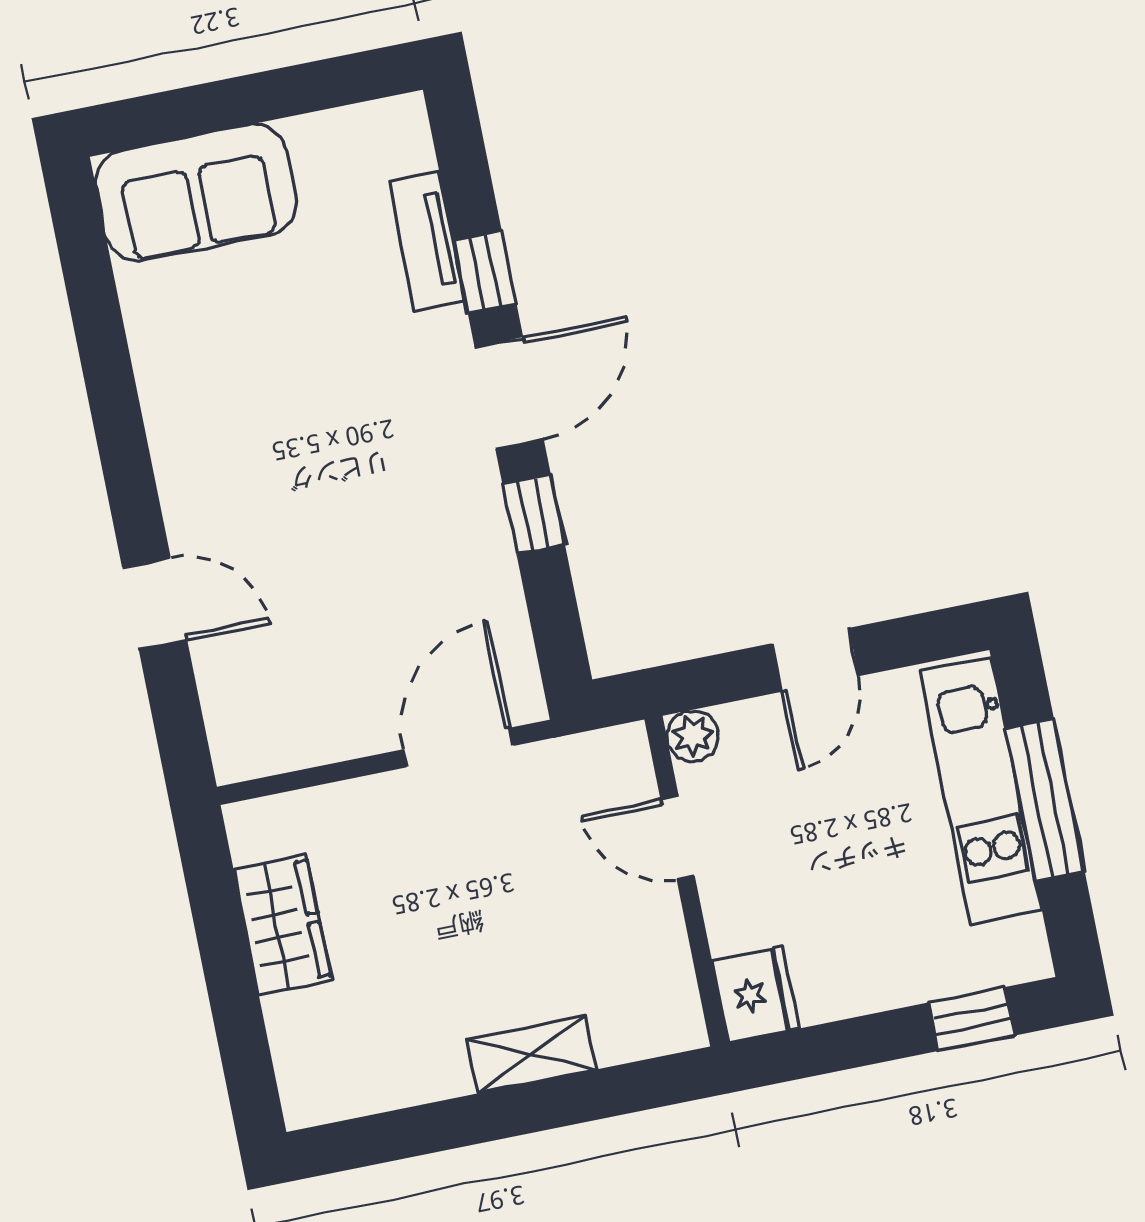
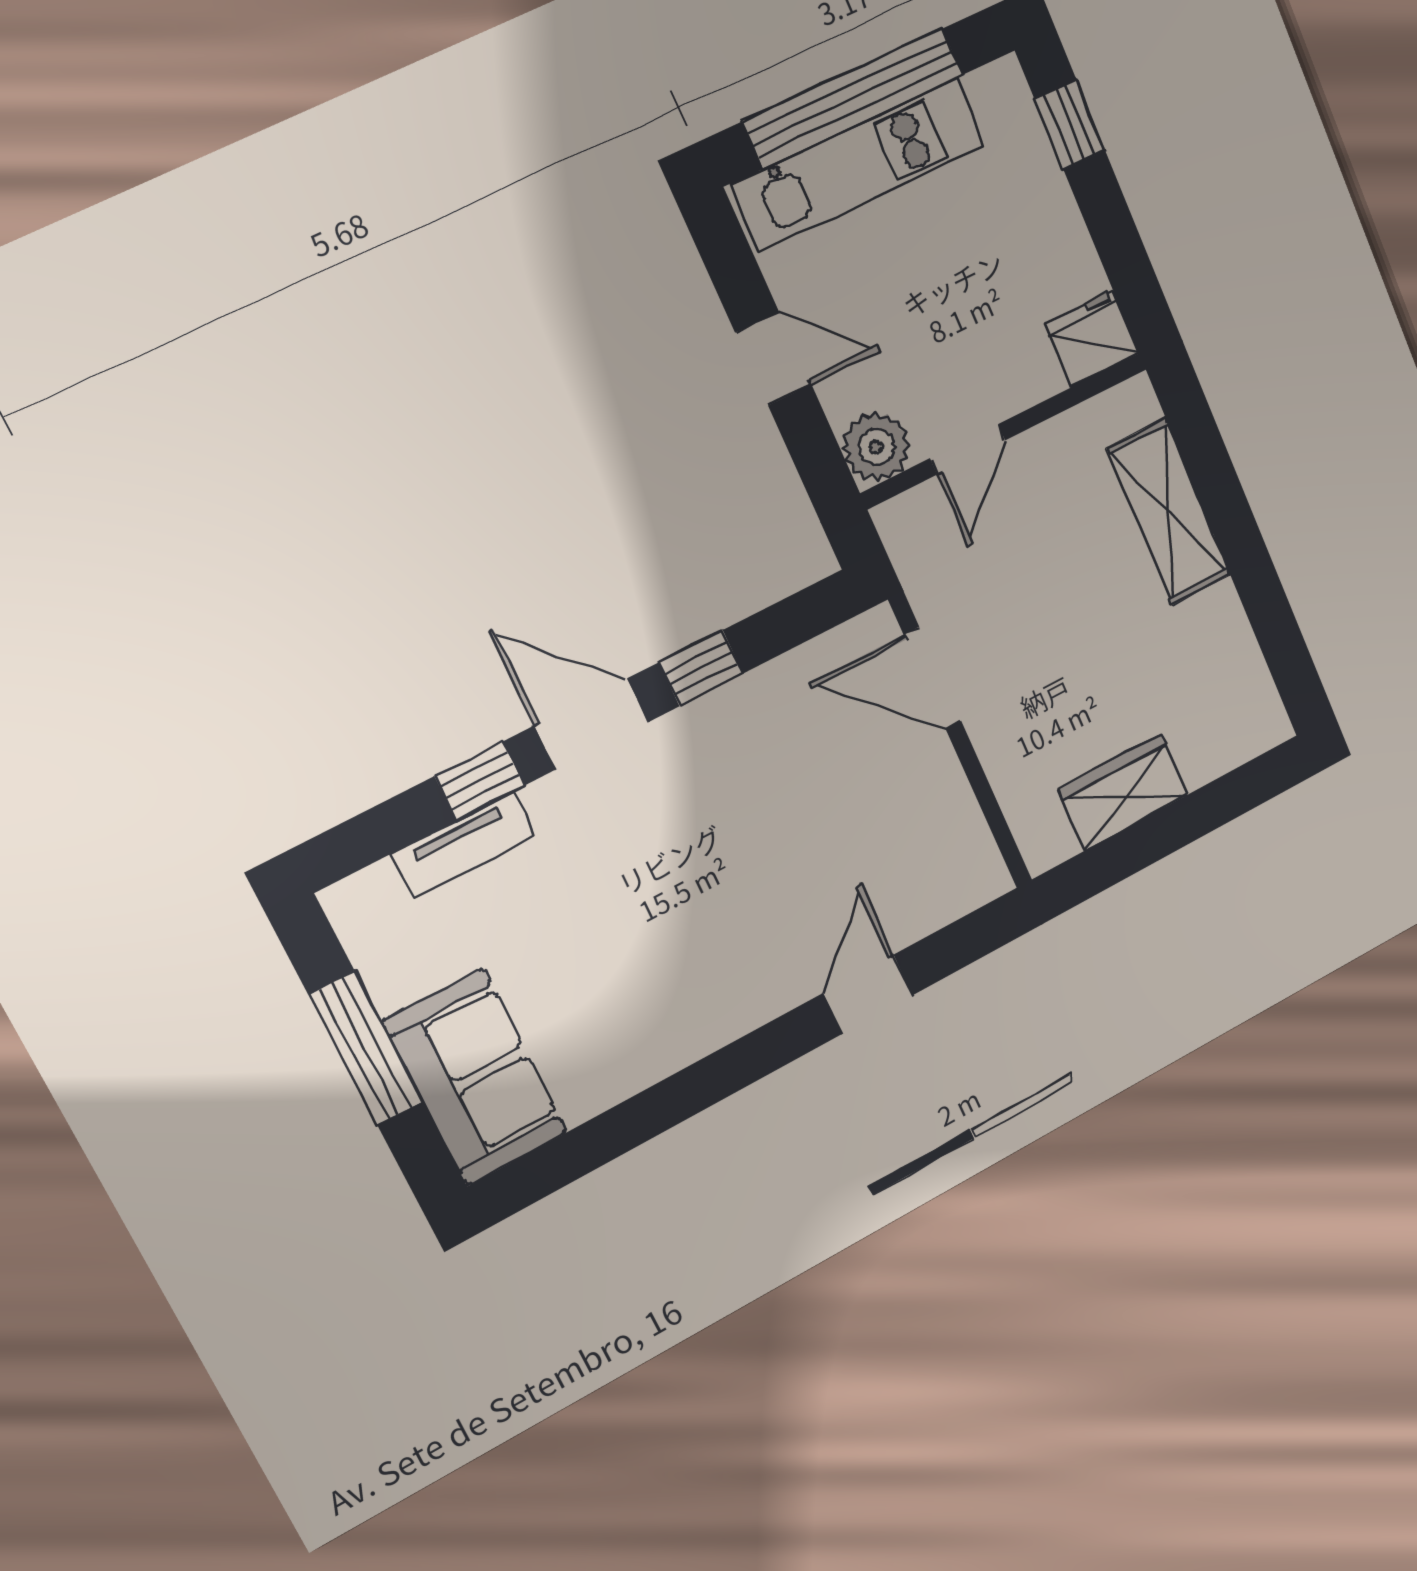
window: (258, 98) -> (366, 1048), added
plant: (693, 736) -> (876, 447), width x1.38, depth x1.38
window: (1045, 800) -> (853, 98), width x1.46
shelving: (531, 1055) -> (1169, 512), width x1.50, depth x1.33

